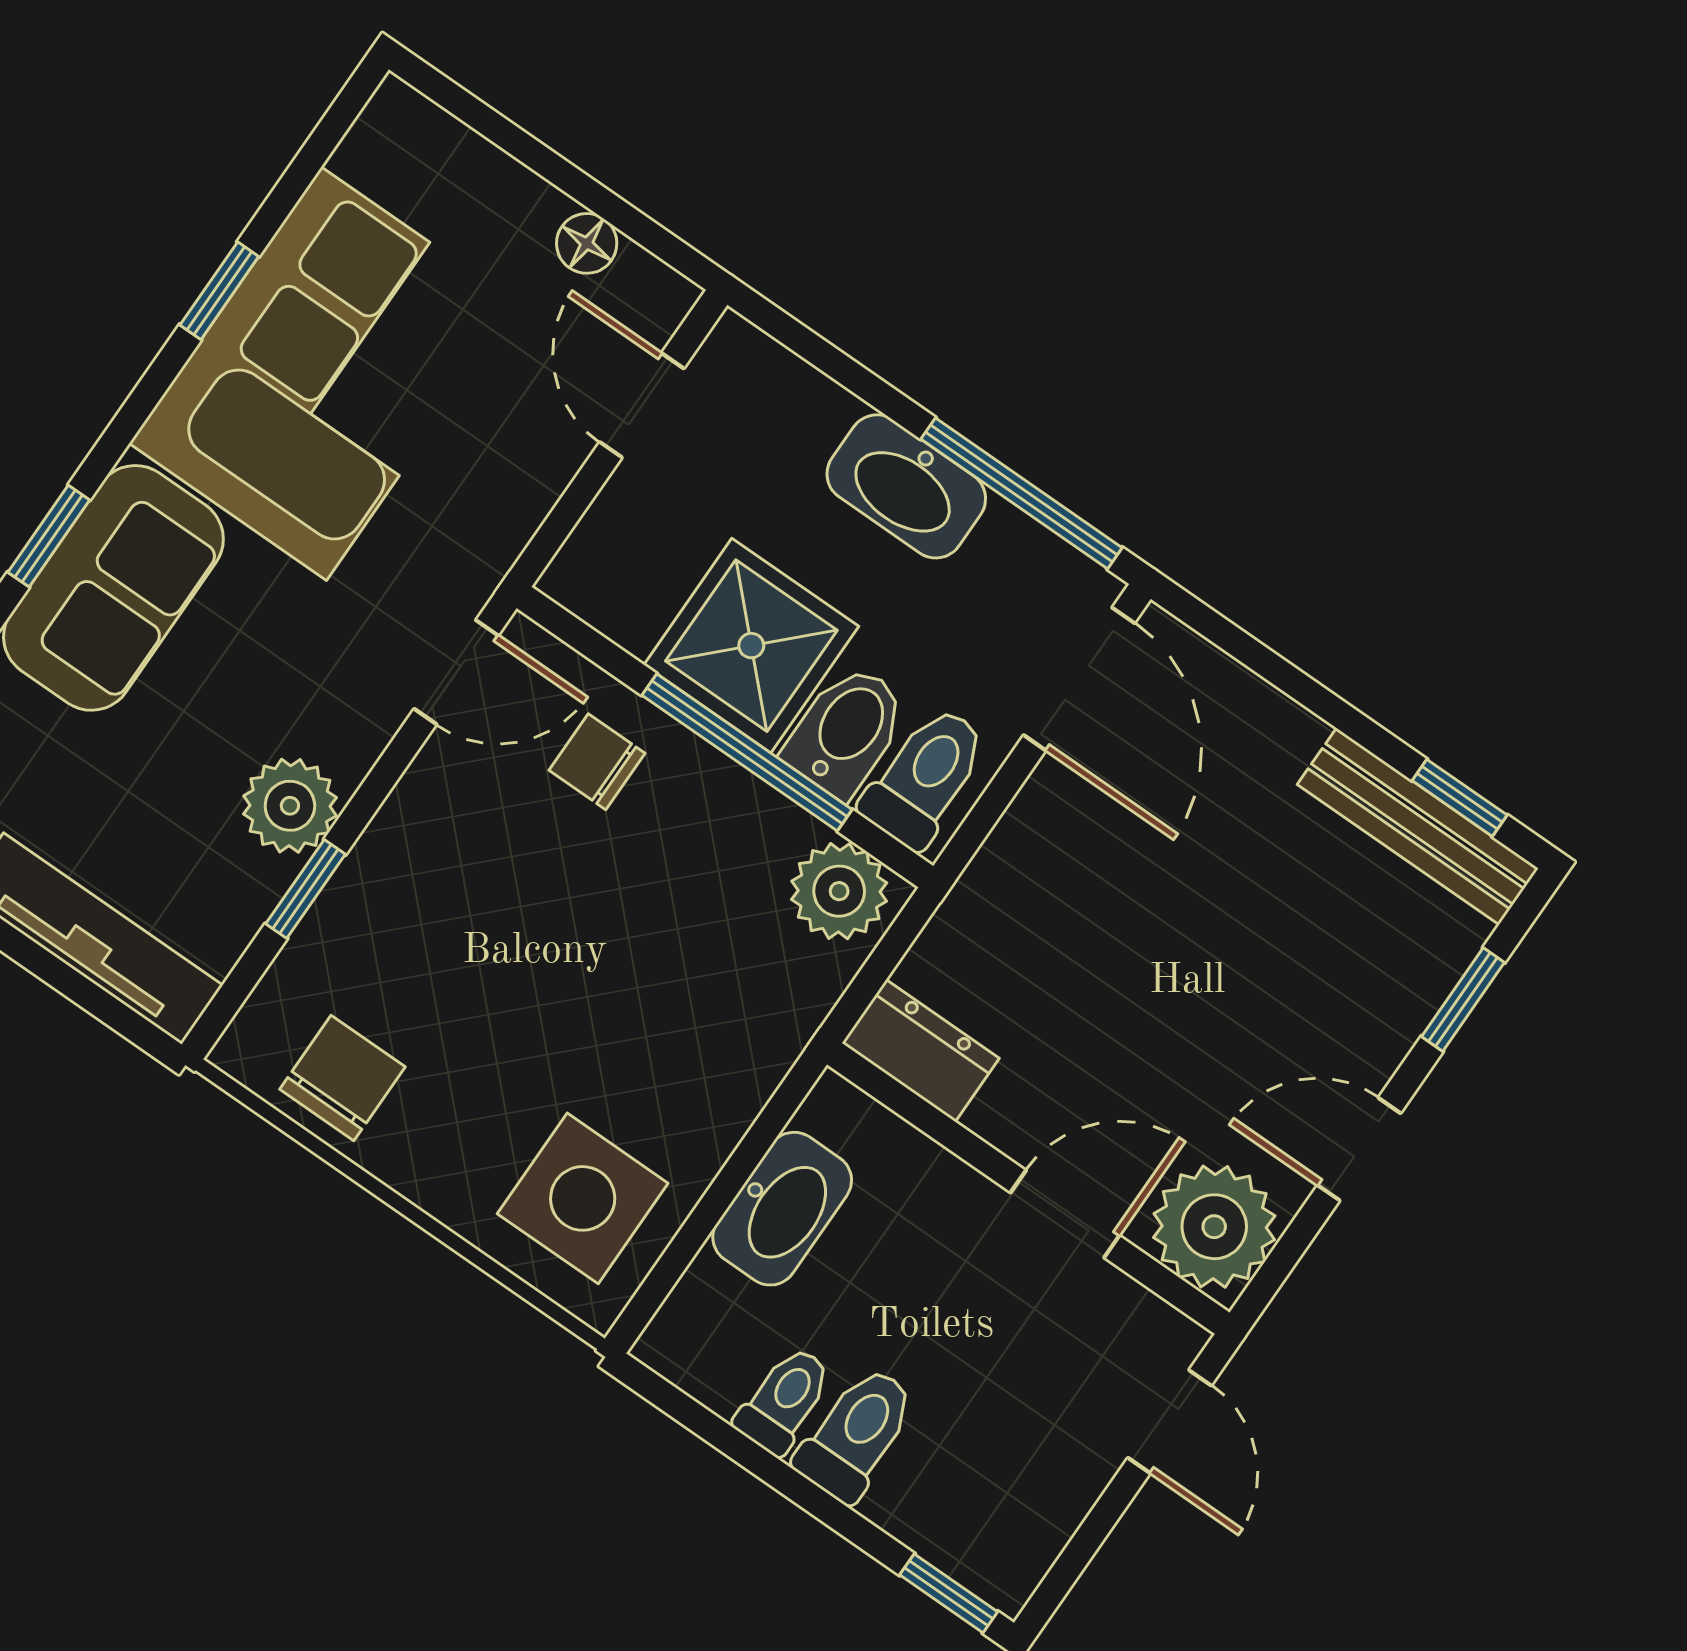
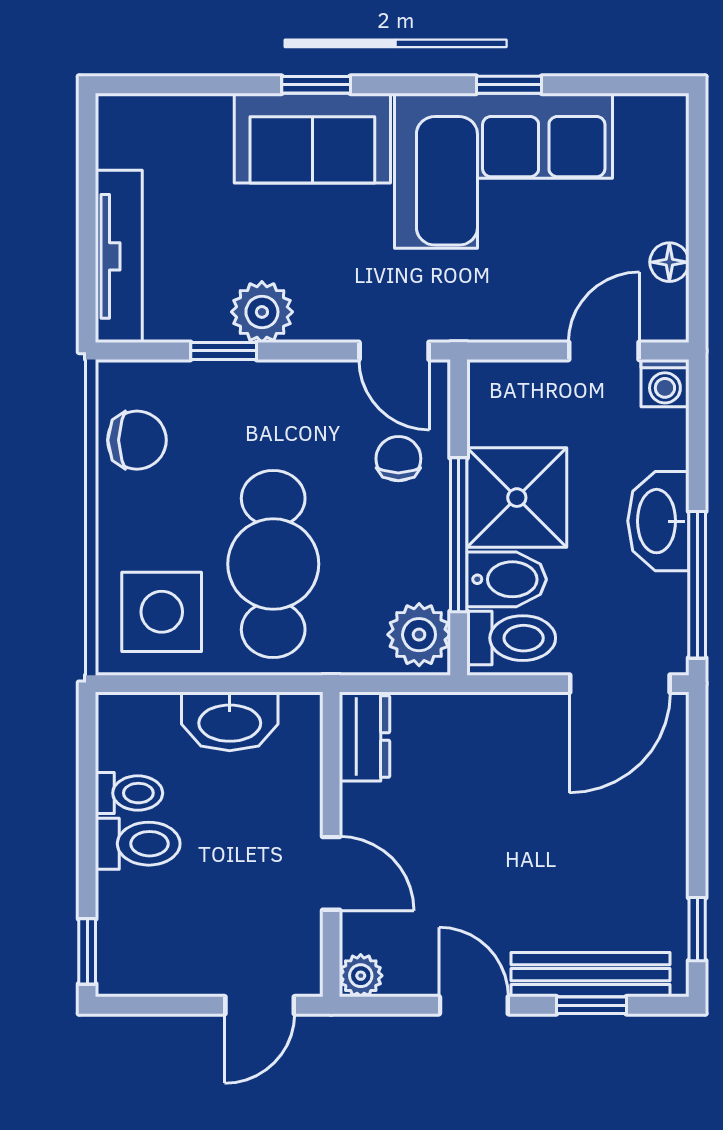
washing machine: (737, 356) -> (665, 383), added
bench: (1418, 826) -> (591, 975), moved, turned 90
cafe table: (620, 1014) -> (273, 564), added
plant: (1214, 1227) -> (361, 976), width x0.53, depth x0.53

